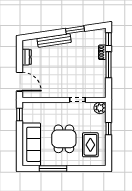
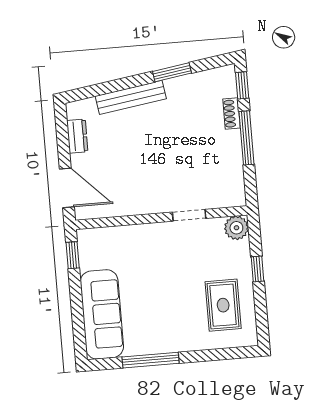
dining table: (64, 139) -> (168, 297), removed

